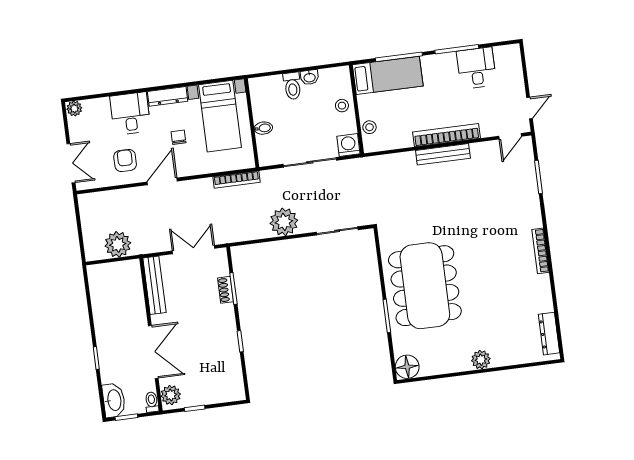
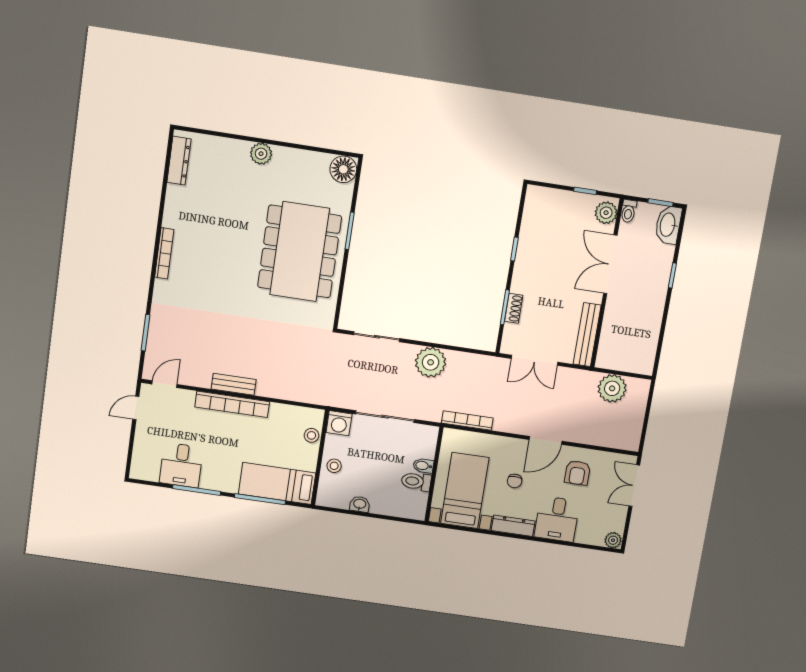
toilet: (292, 86) -> (416, 482), moved, turned -90
bench: (443, 154) -> (234, 384), width x0.73

